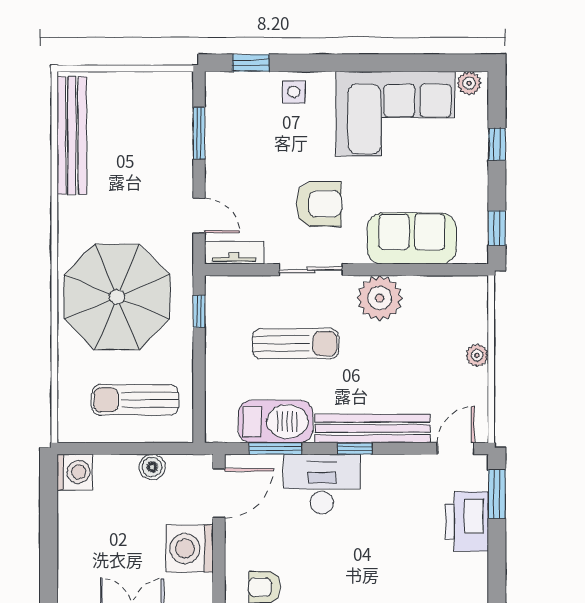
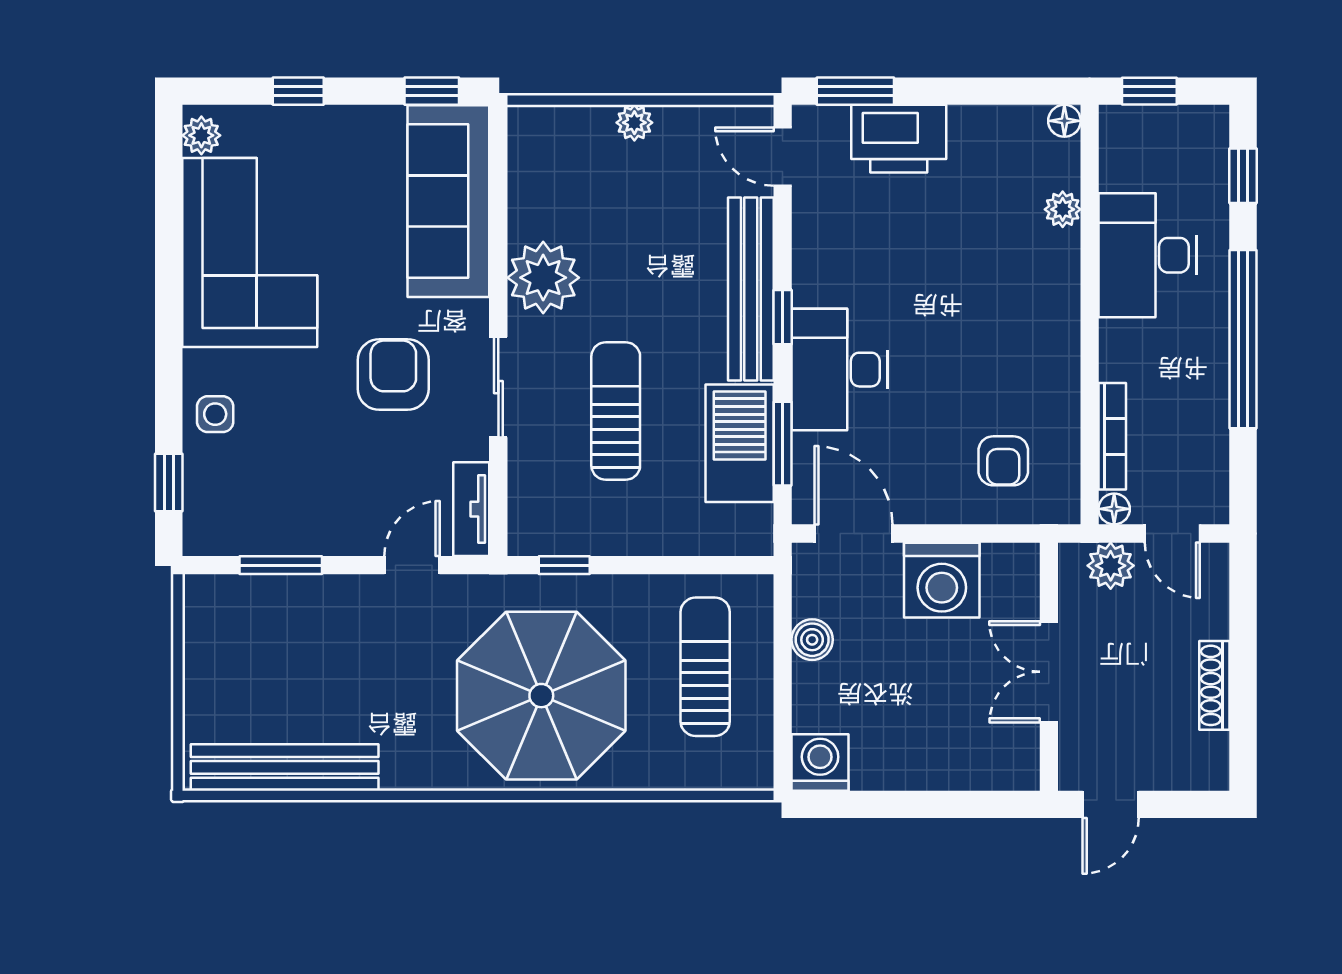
sofa: (412, 239) -> (448, 201), width x1.36
sun lounger: (135, 400) -> (705, 667), turned 180

